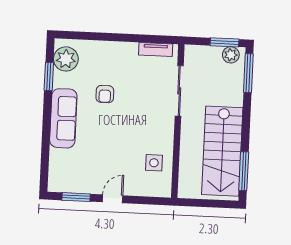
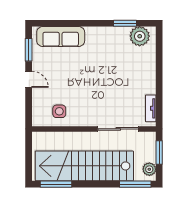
window: (225, 42) -> (159, 152), moved
armchair: (105, 94) -> (113, 69), removed
sofa: (63, 118) -> (61, 36), moved
stairs: (222, 151) -> (84, 166), width x1.36

